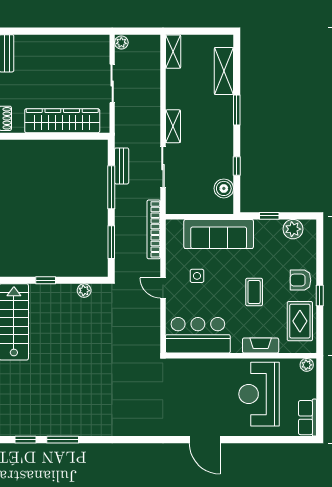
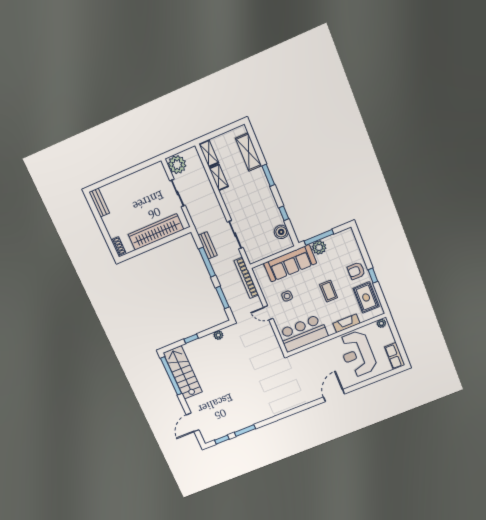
plant: (121, 43) -> (177, 165), width x1.88, depth x1.88
shelving: (173, 126) -> (219, 177), moved
window: (269, 216) -> (319, 237), width x2.17
plant: (293, 229) -> (319, 247), moved
door: (205, 440) -> (334, 395), swing flipped

